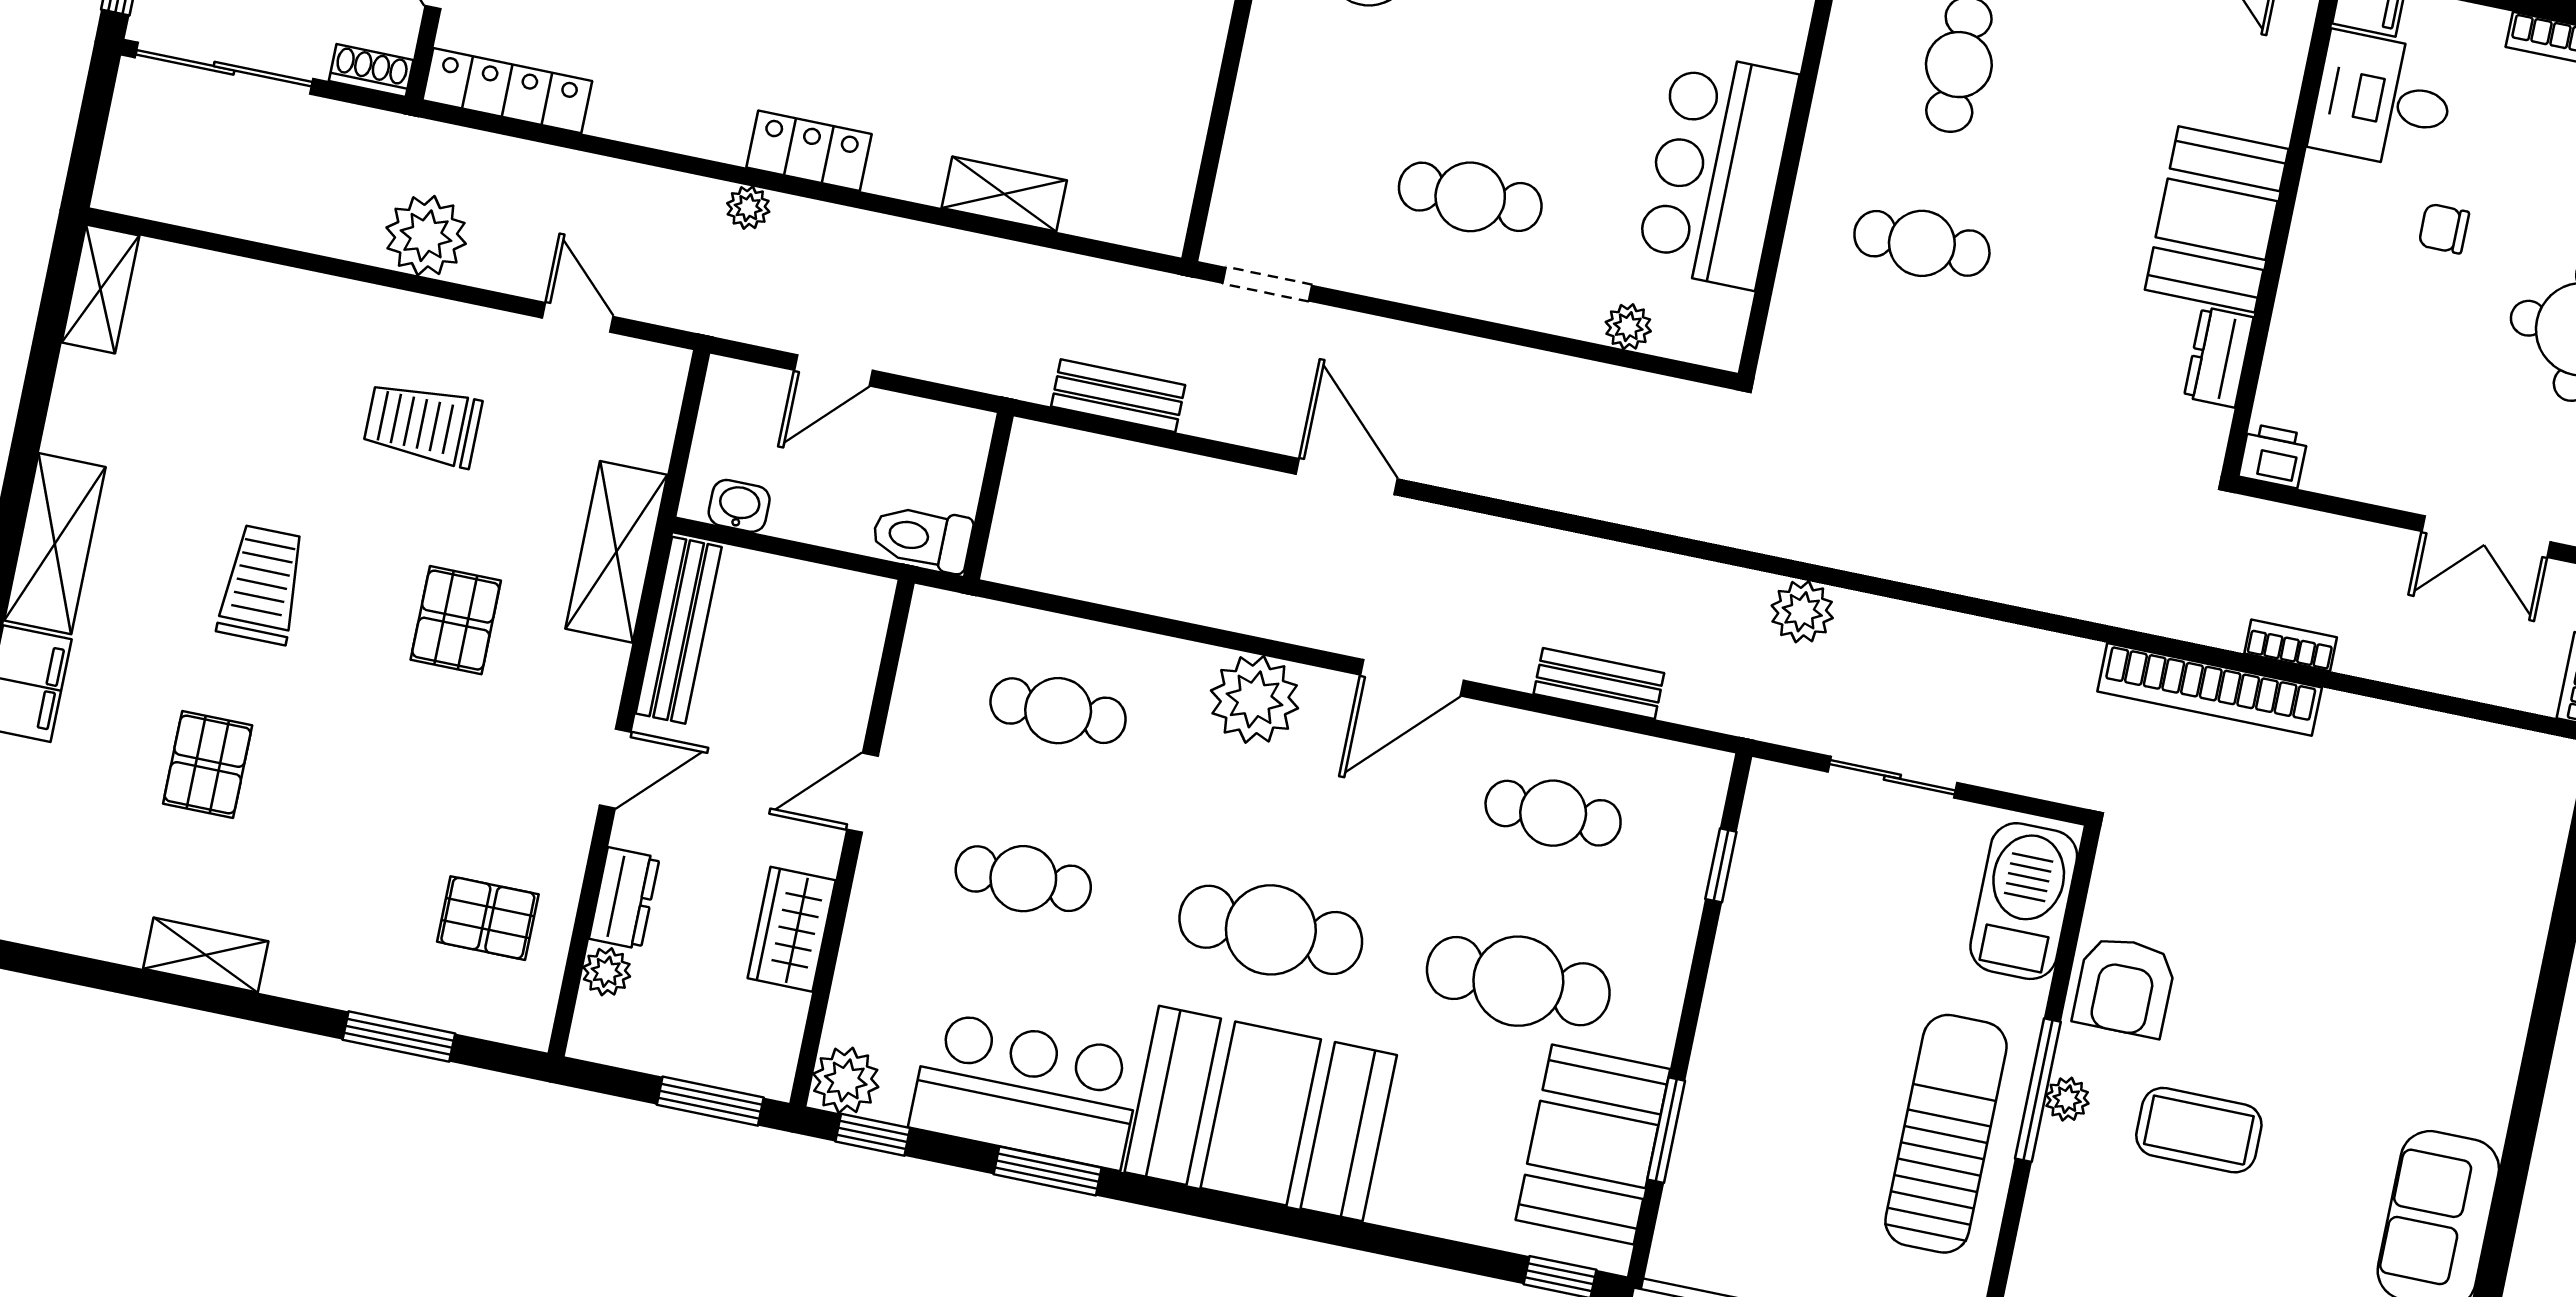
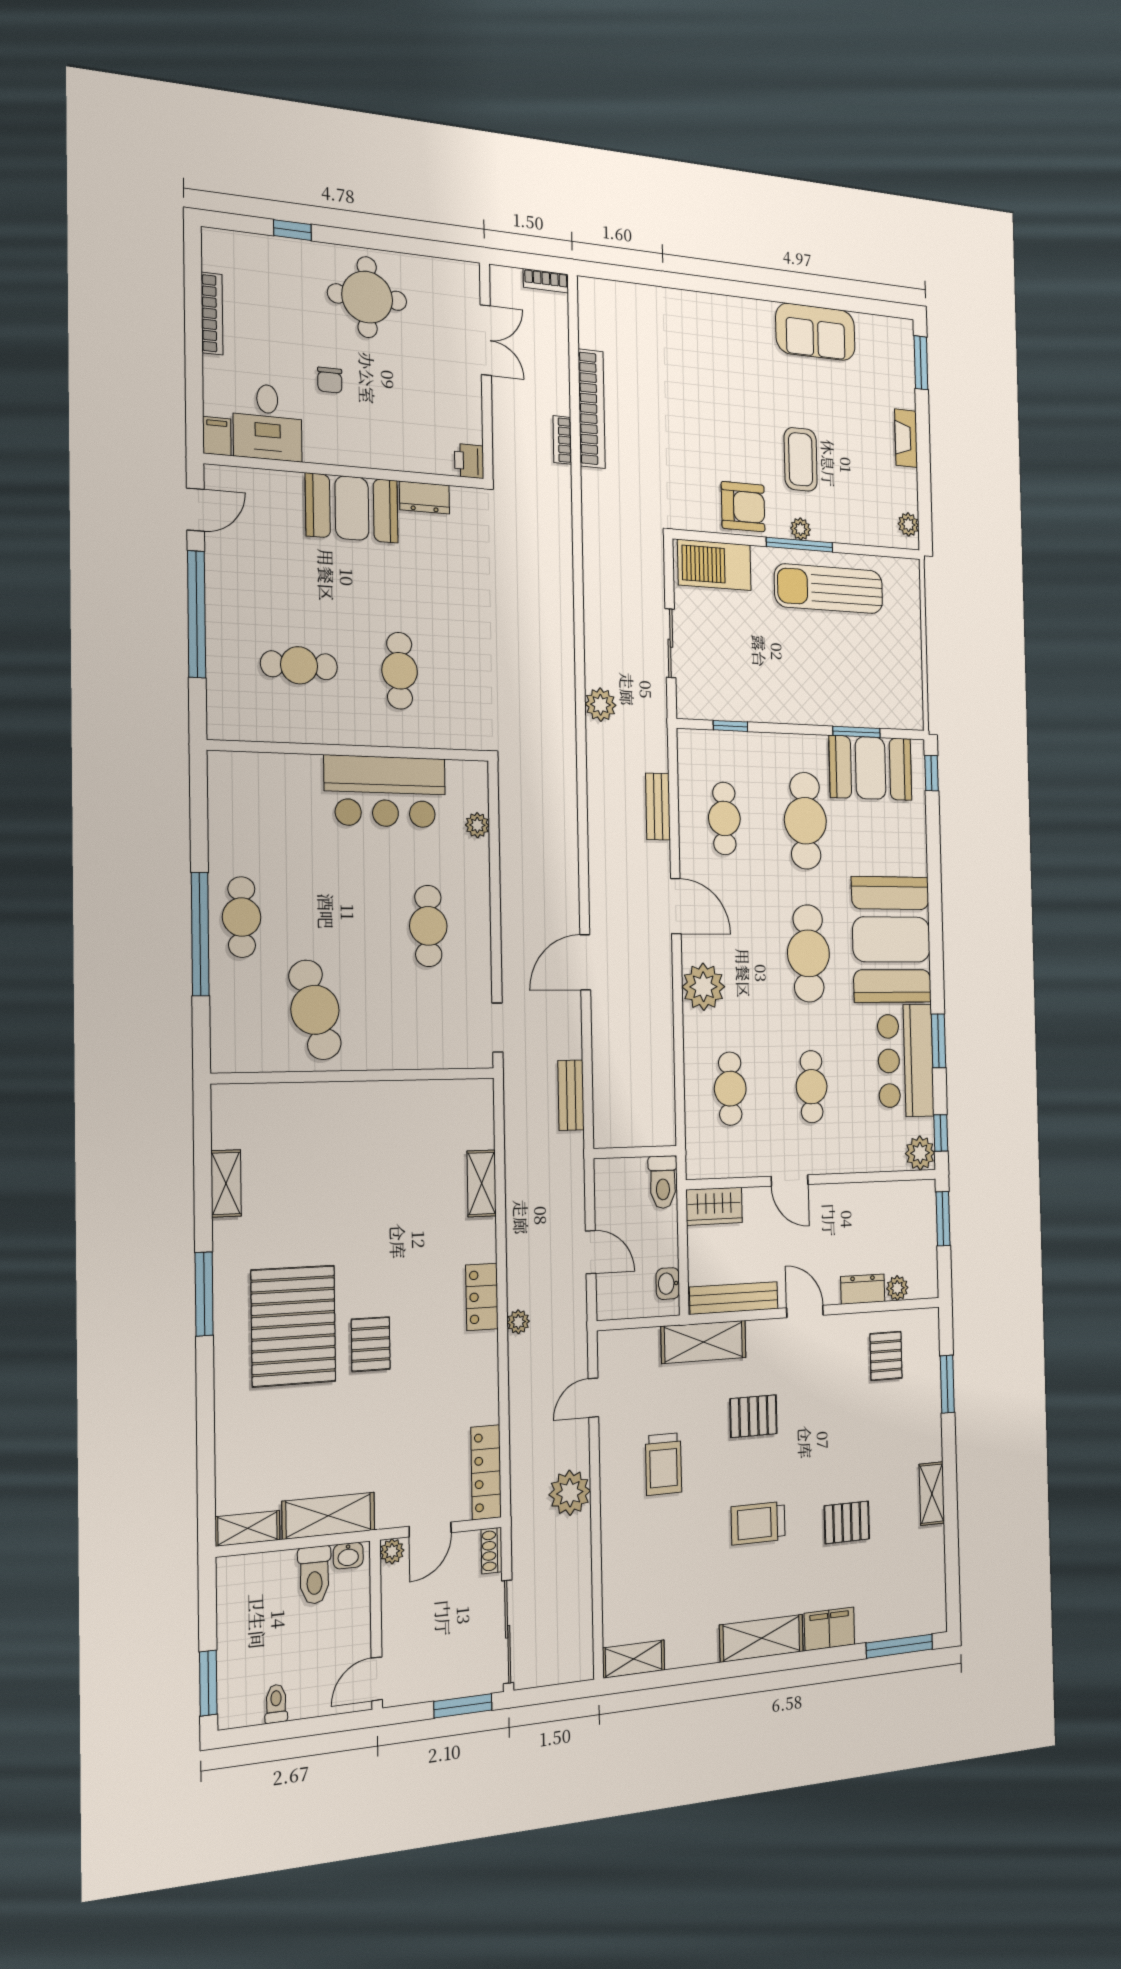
bookcase: (2210, 689) -> (592, 409), moved
wardrobe: (792, 929) -> (714, 1206), moved

